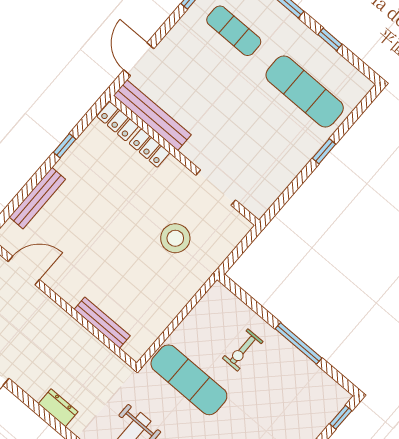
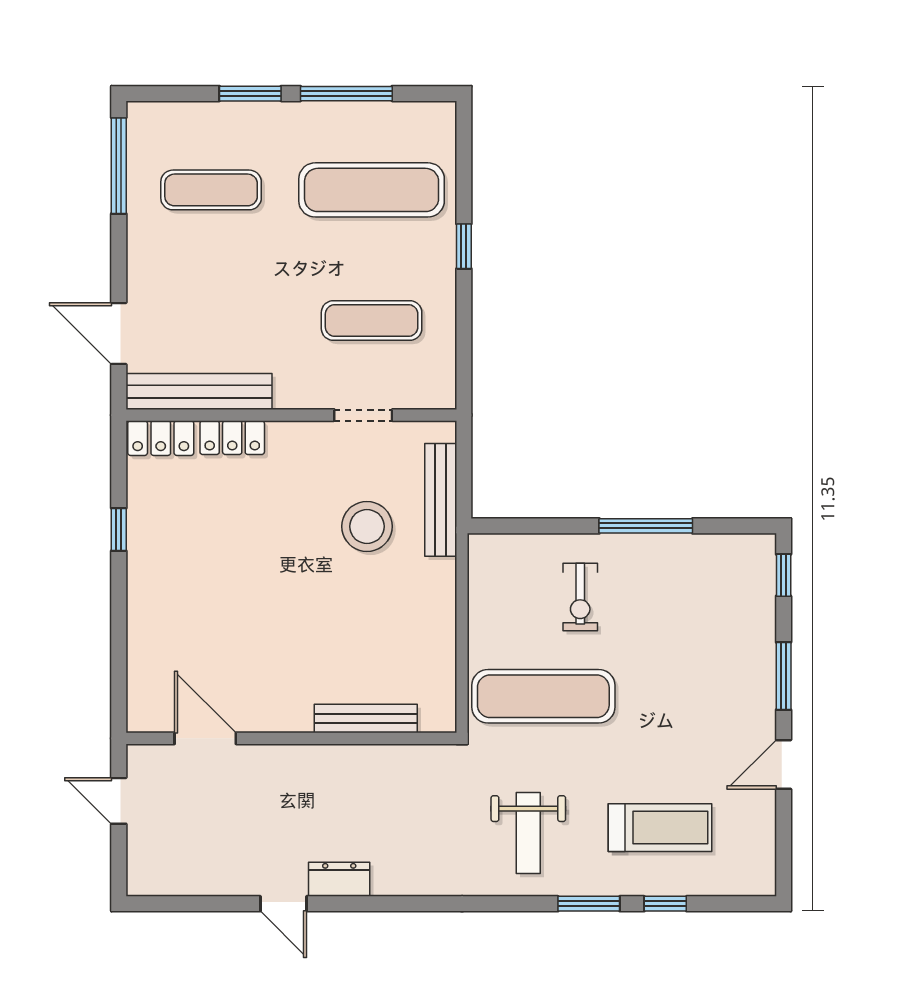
window: (330, 39) -> (346, 94), width x2.17
exercise mat: (255, 149) -> (372, 321), added
doorway: (216, 188) -> (363, 415), width x0.73
bench: (37, 198) -> (441, 500), moved
door: (24, 271) -> (205, 738), hinge flipped
dresser: (58, 408) -> (339, 879), moved

